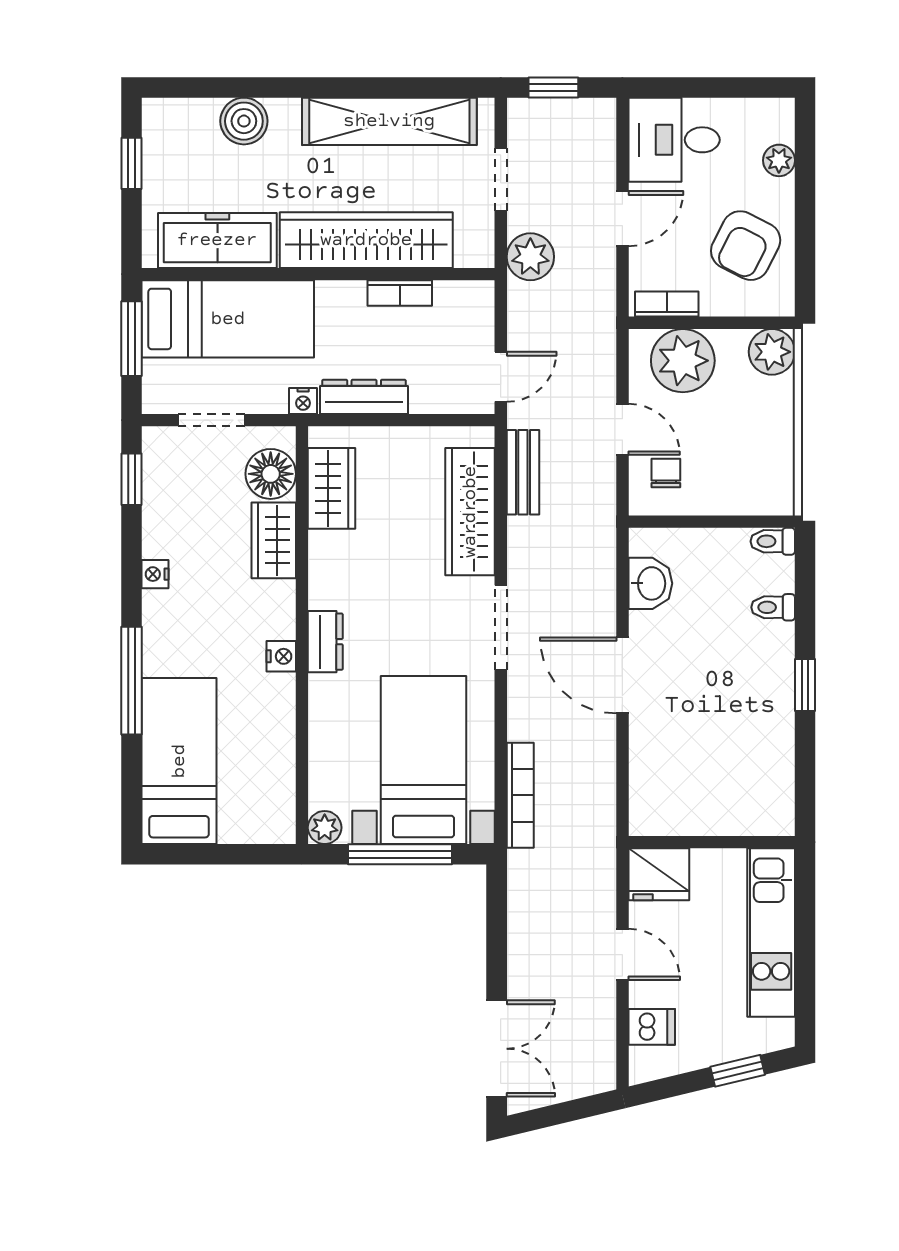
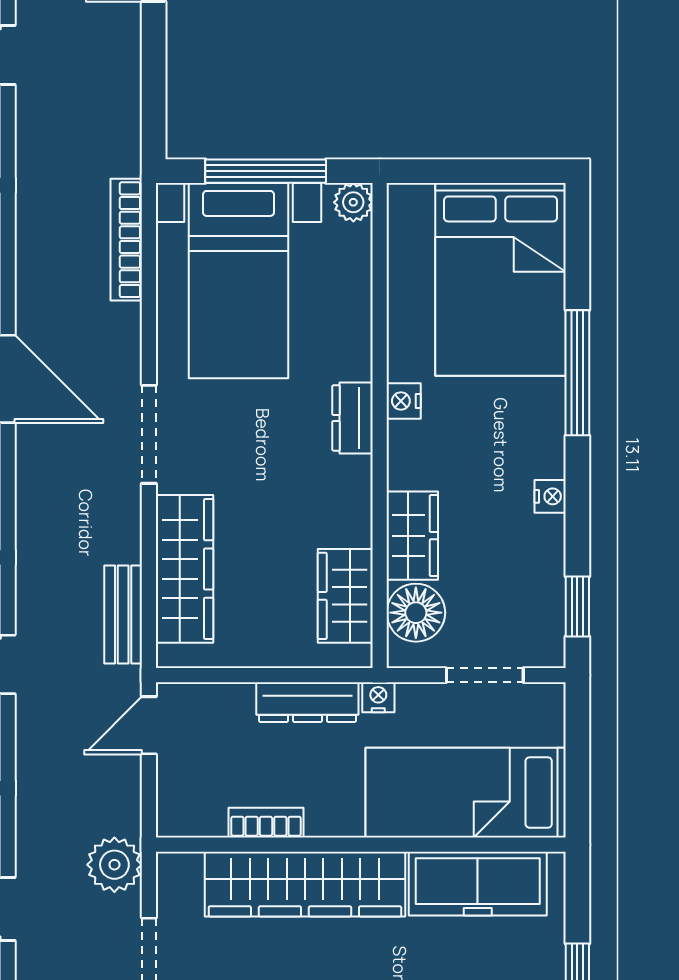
window: (131, 339) -> (577, 770), removed
bed: (179, 761) -> (501, 279), width x1.50

